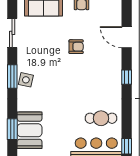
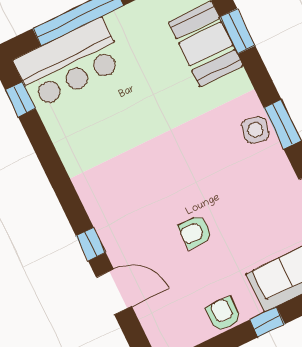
window: (127, 77) -> (91, 244), moved
cafe table: (101, 118) -> (90, 127), removed

